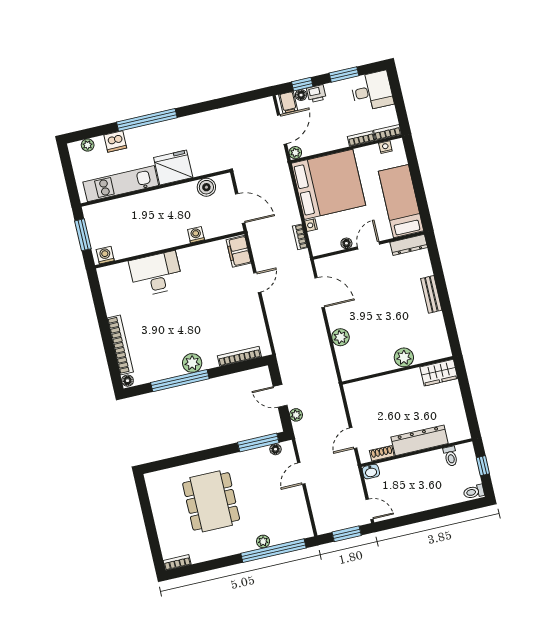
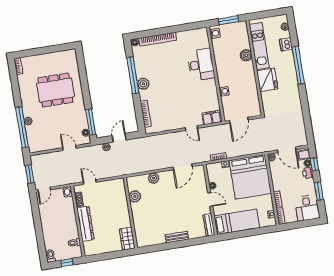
boiler: (206, 187) -> (246, 55), moved
plant: (404, 357) -> (135, 196), moved

